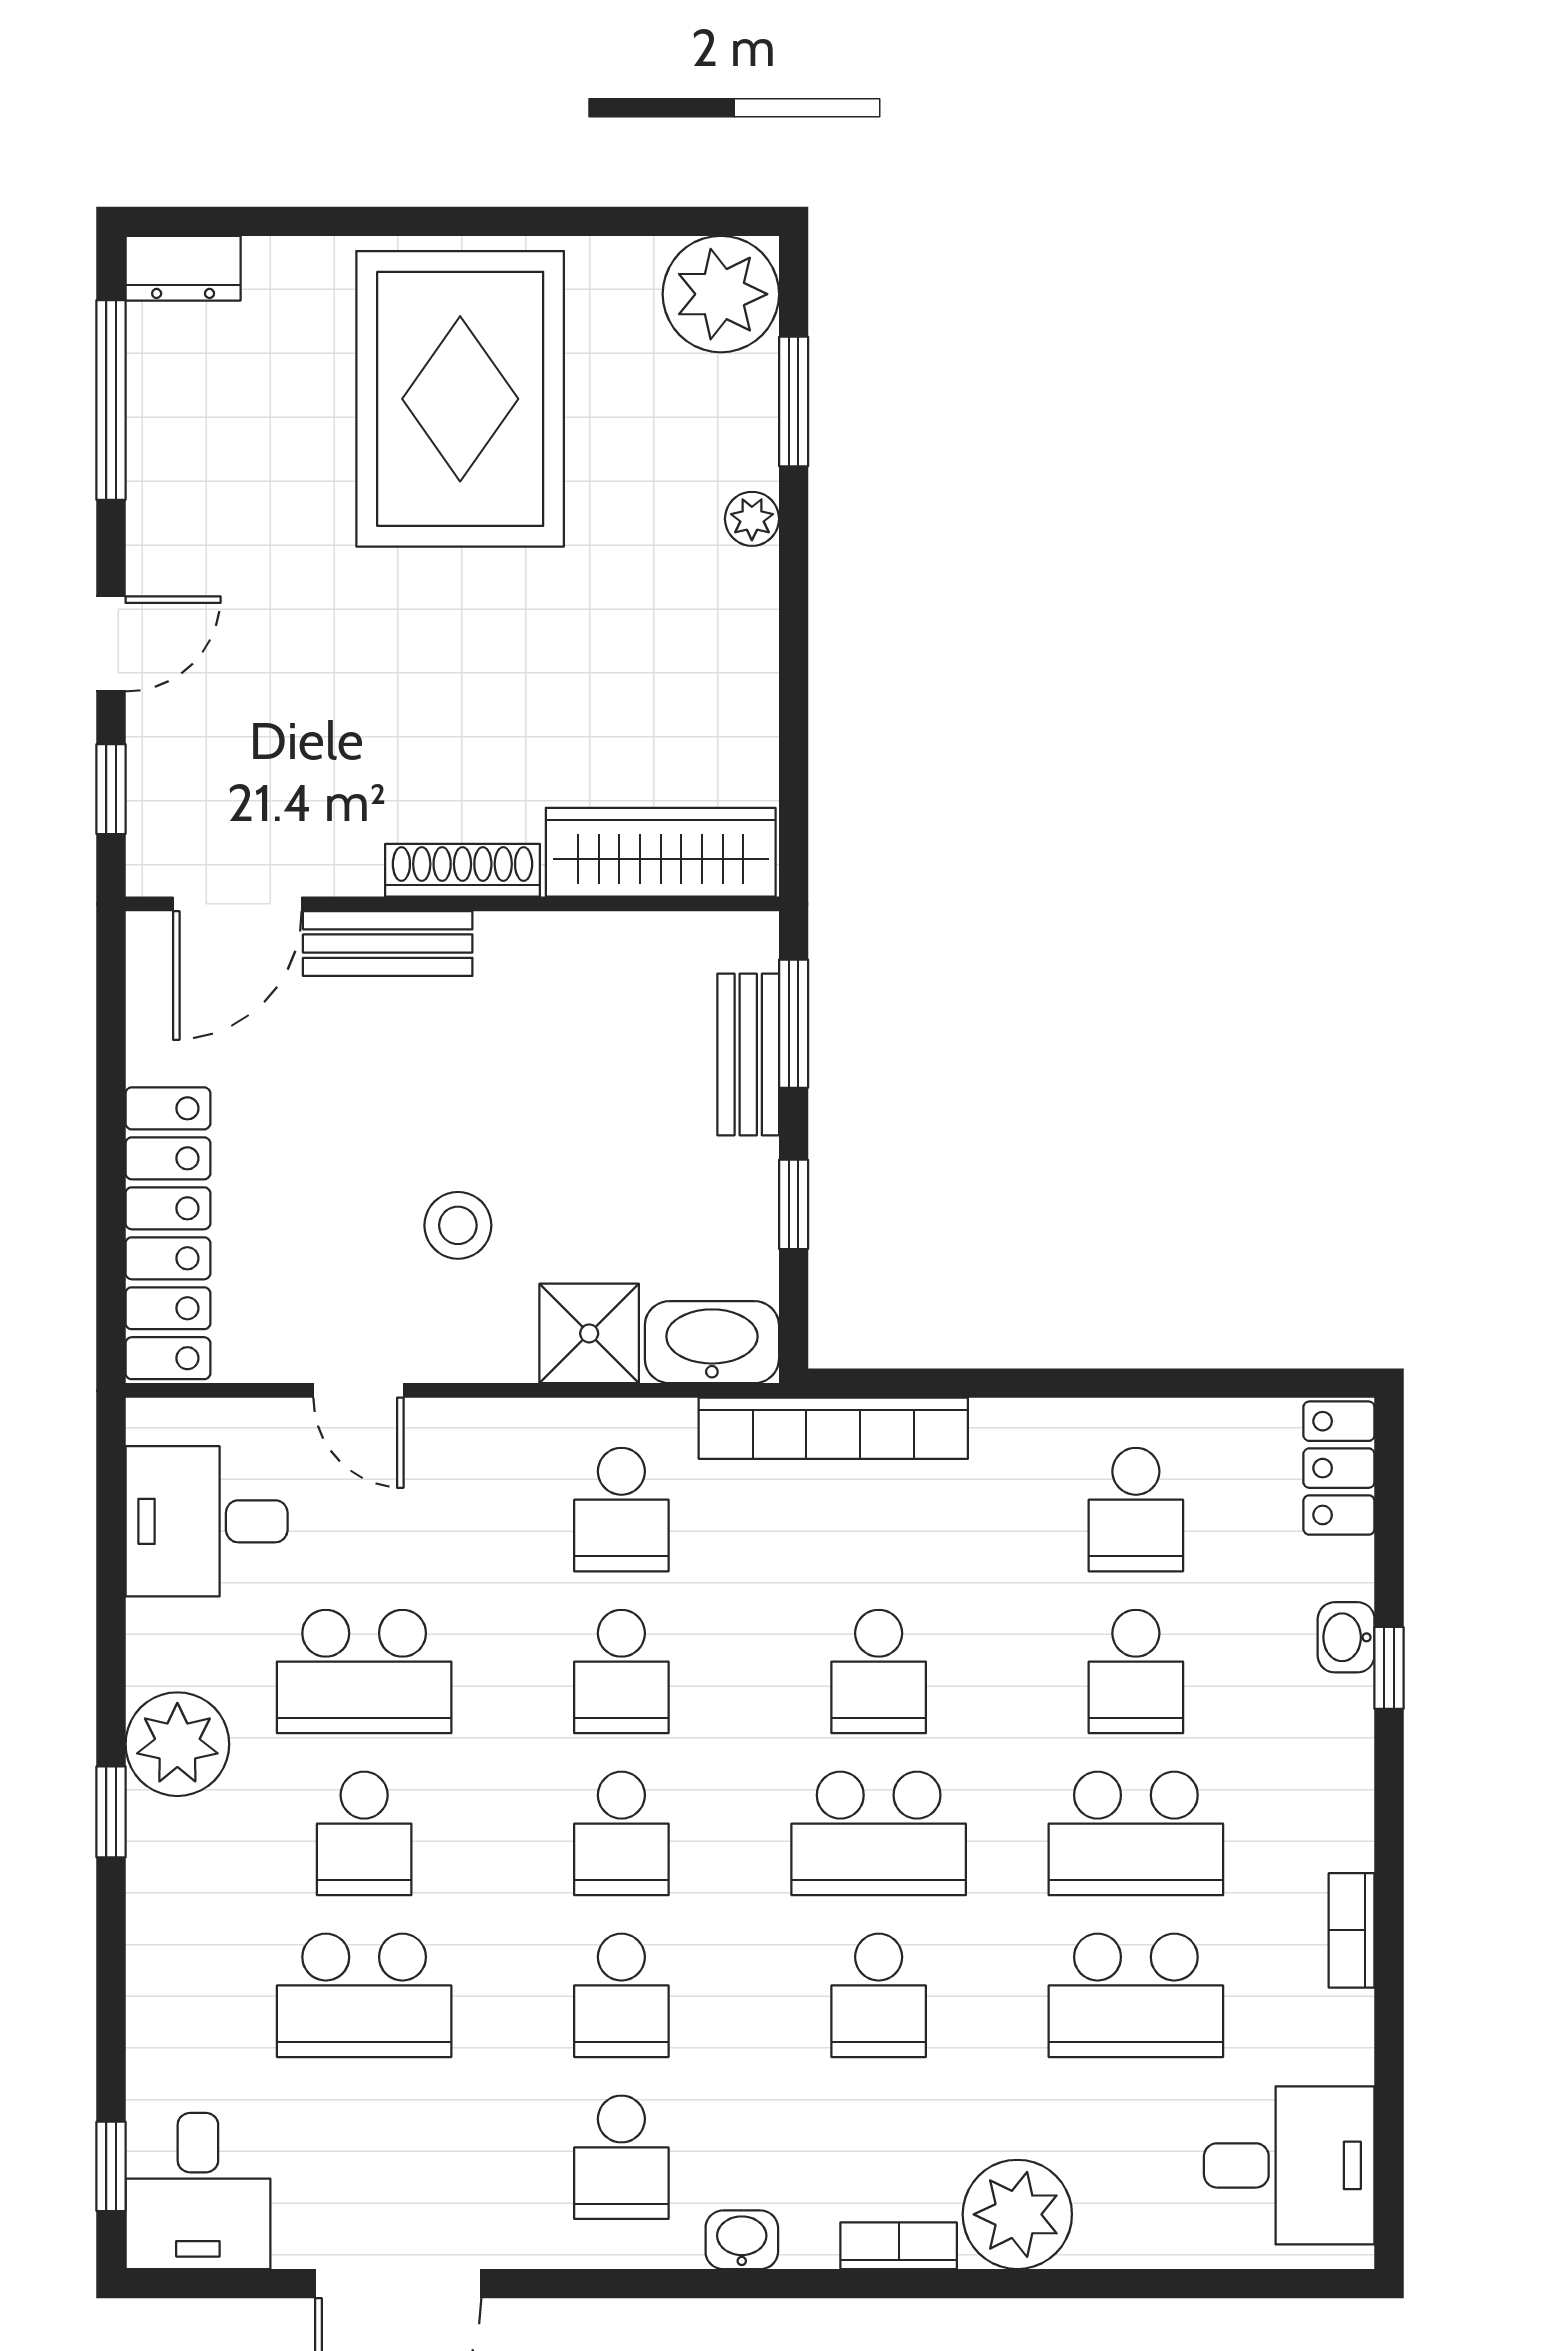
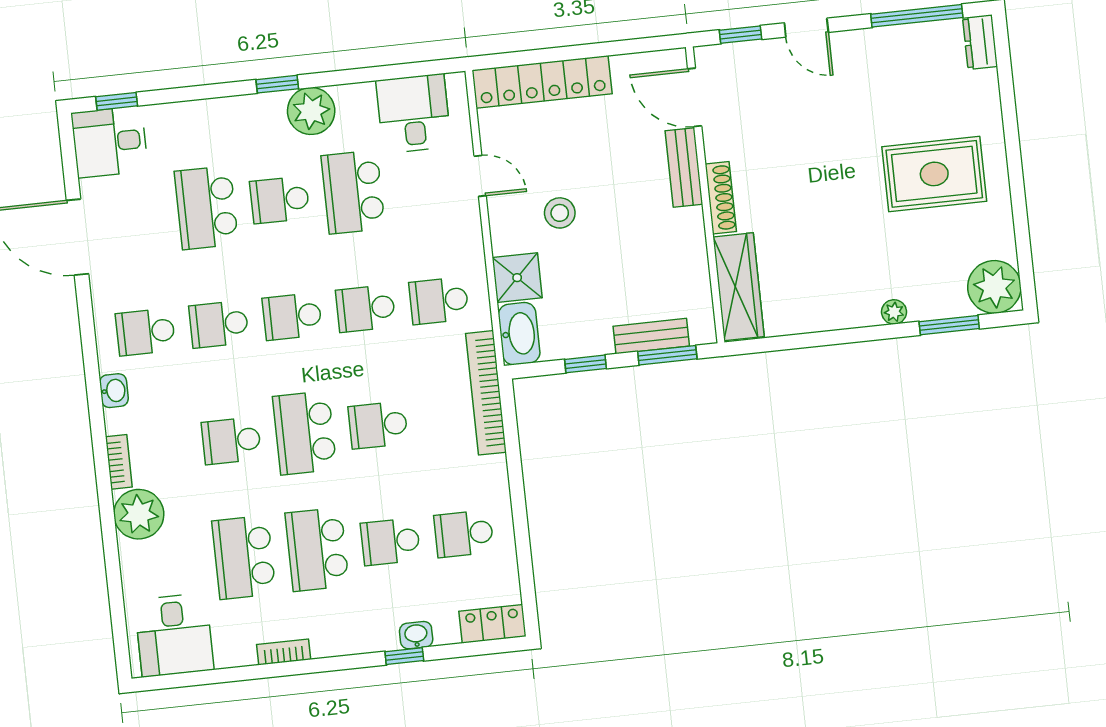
rug: (460, 399) -> (934, 174), width x0.73, depth x0.69
door: (358, 1390) -> (480, 176), swing flipped

